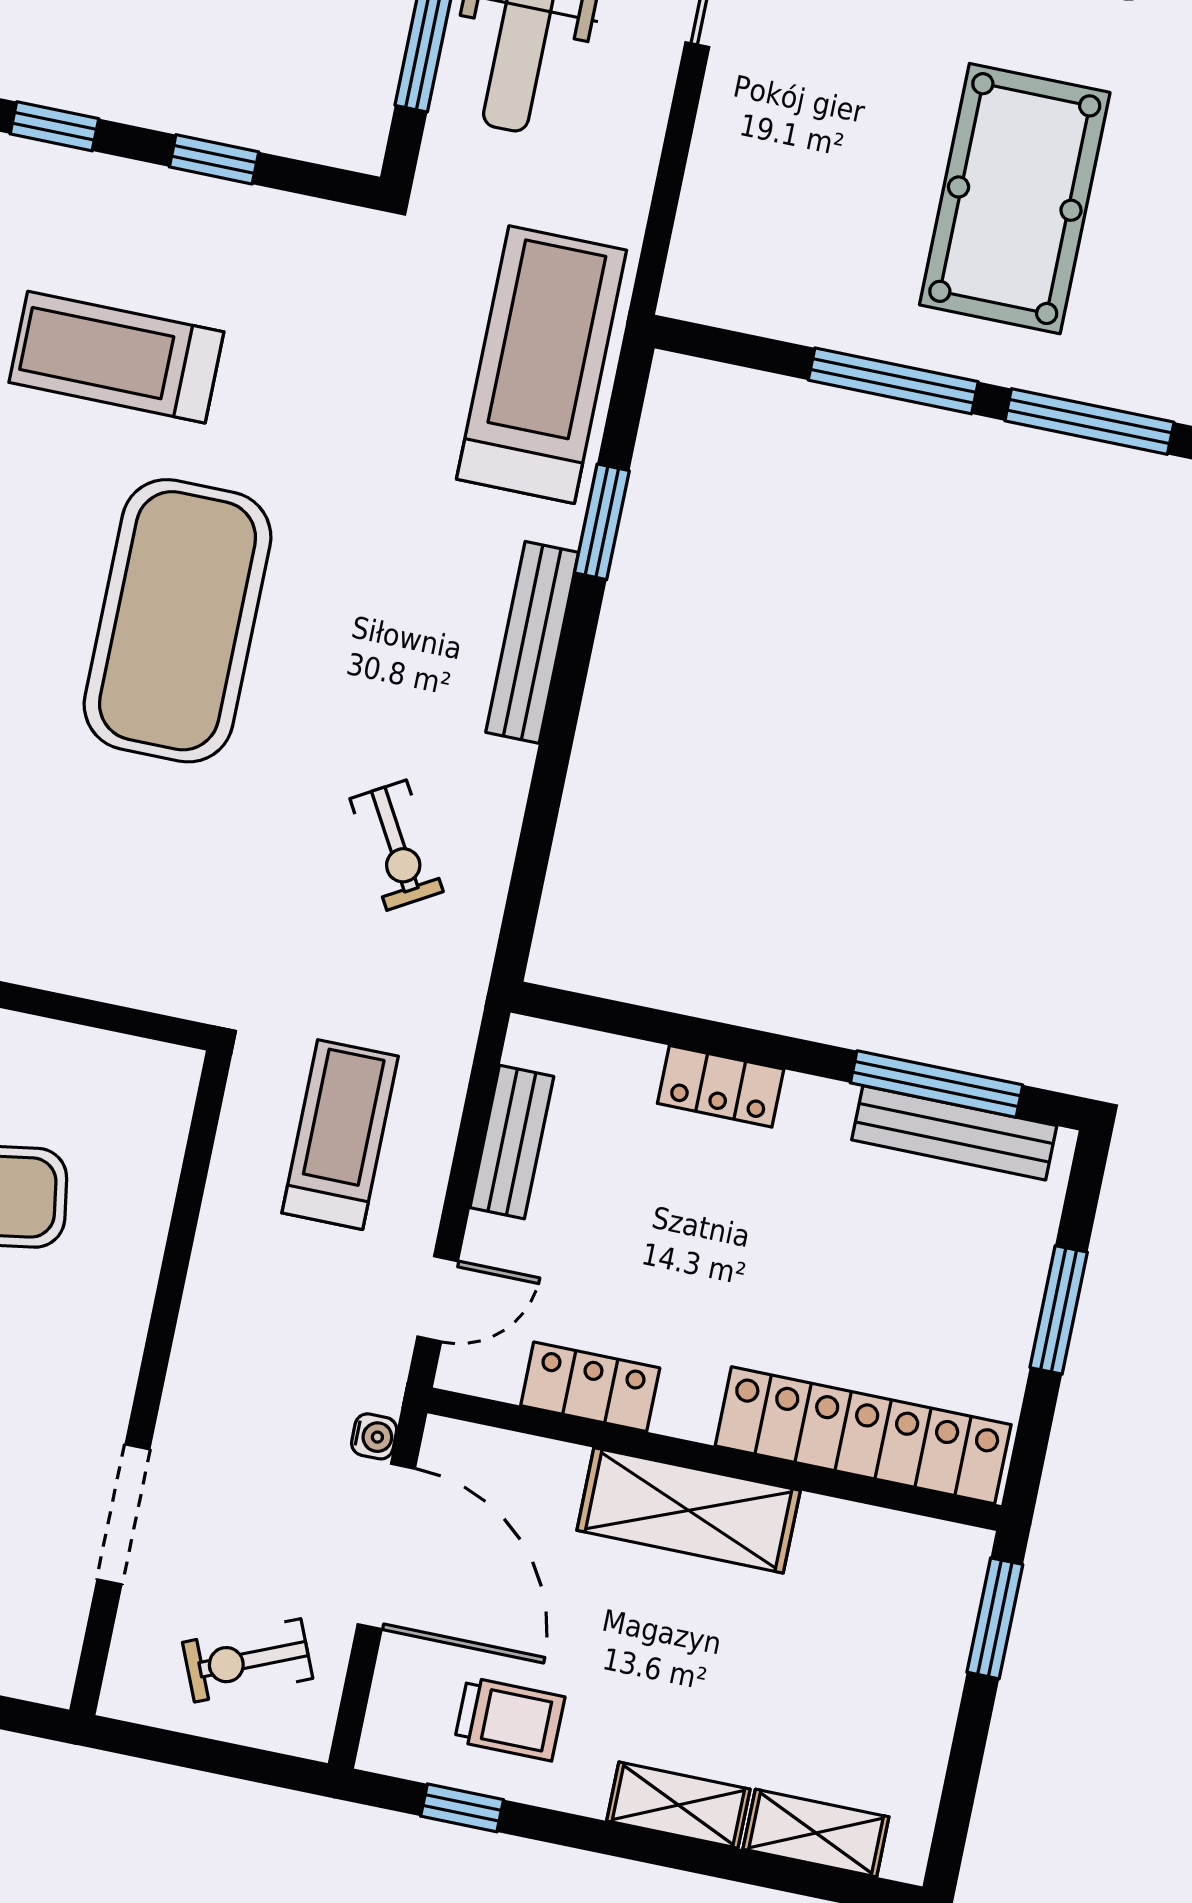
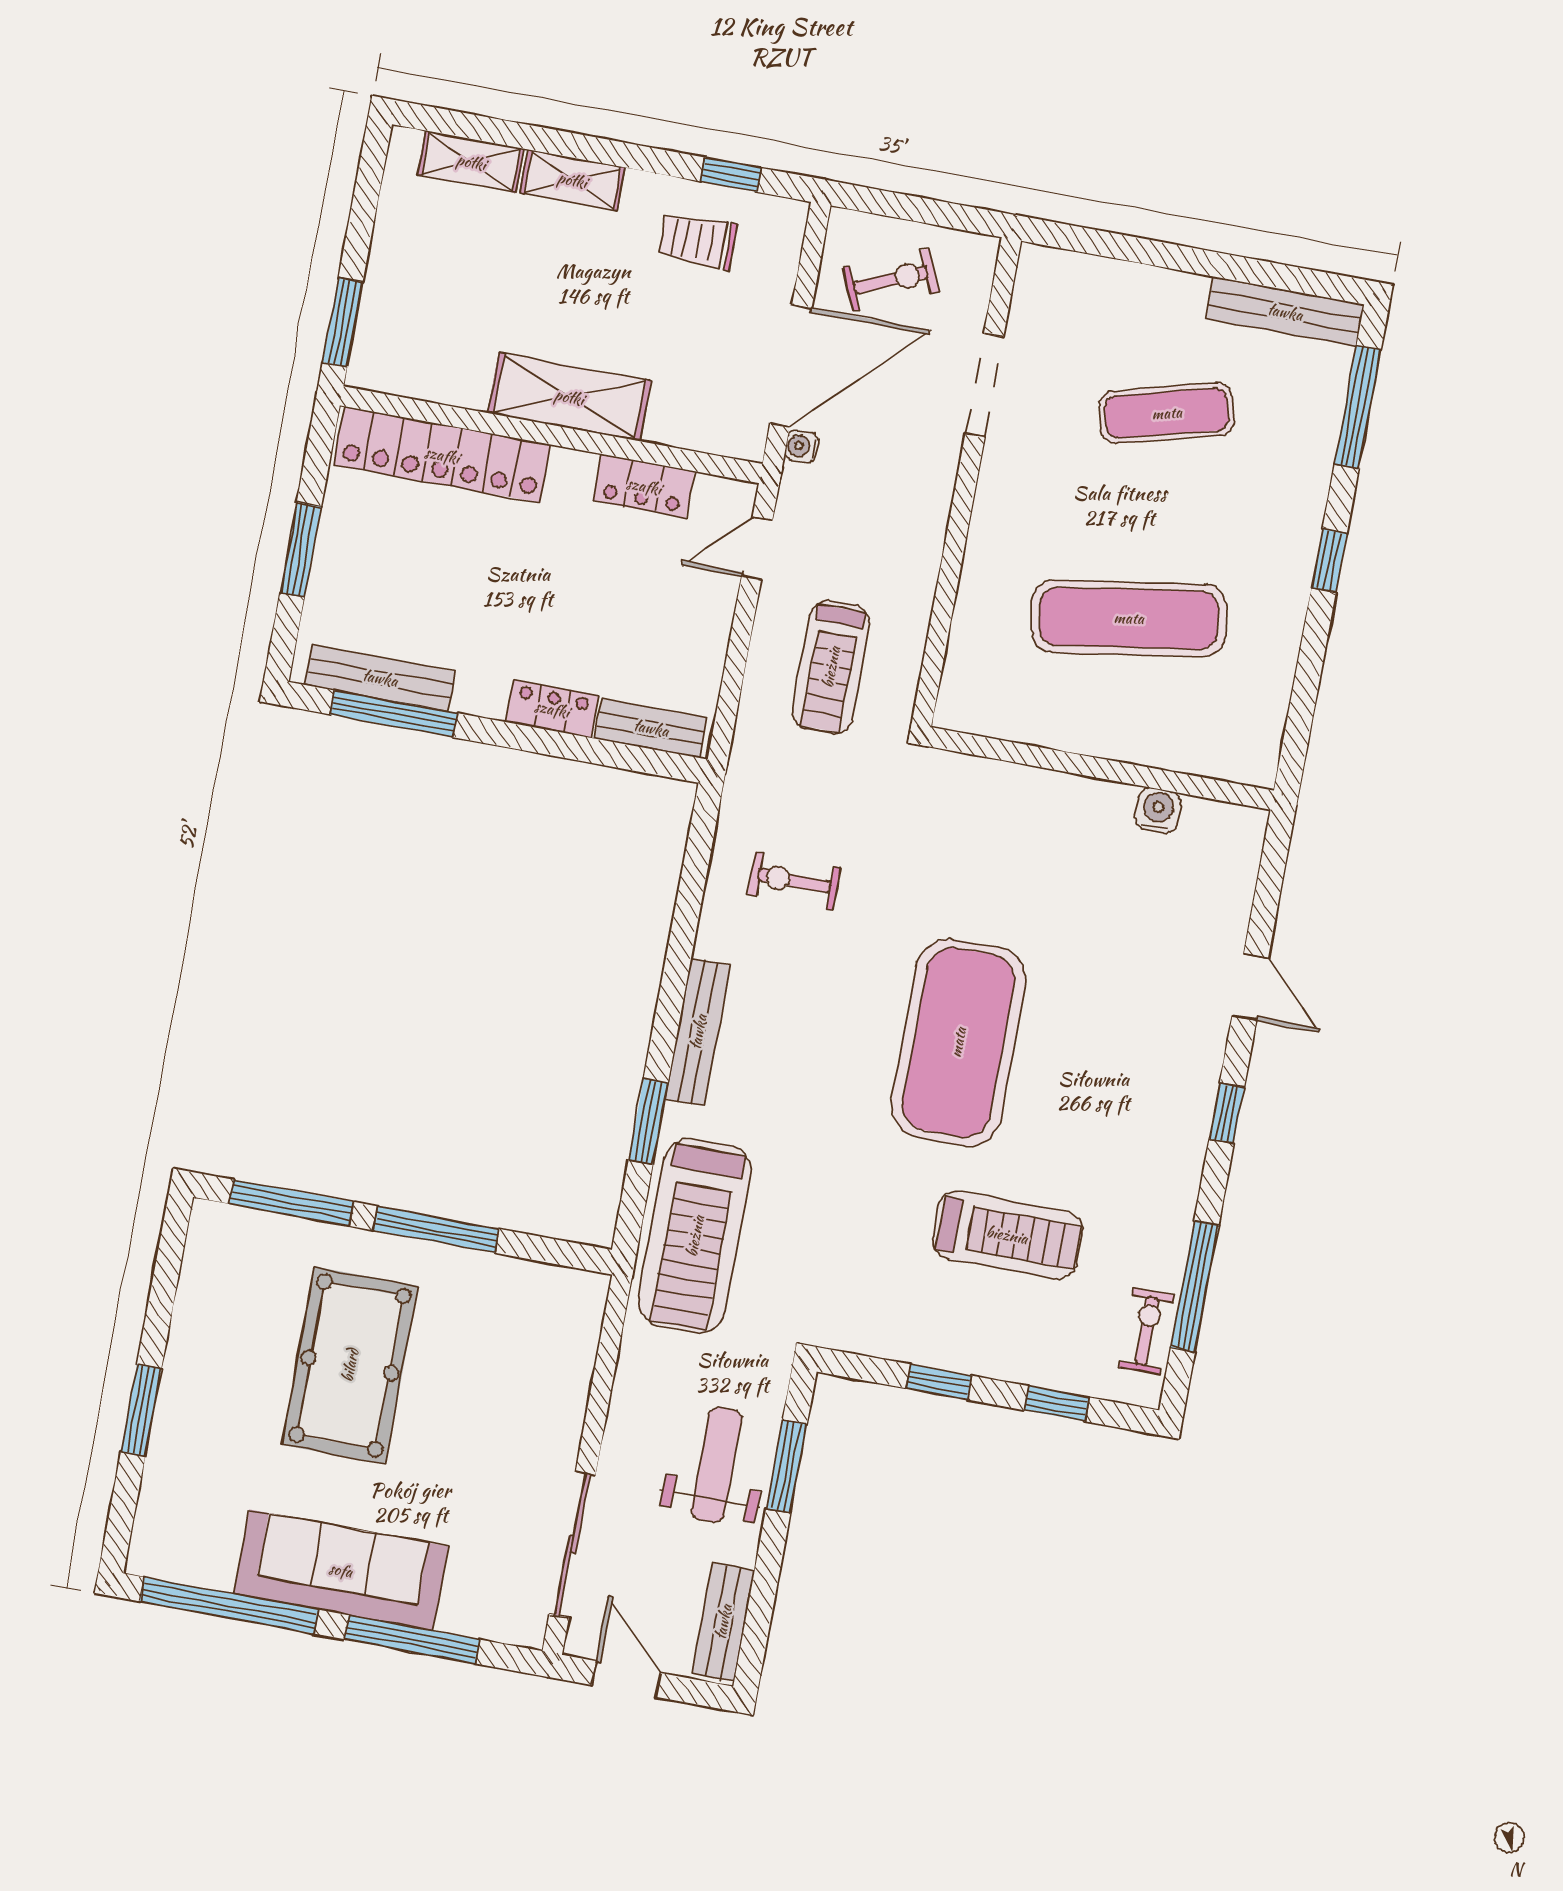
exercise bike: (397, 845) -> (794, 881), turned -60
bench: (512, 1142) -> (651, 728), moved, turned 90
door: (386, 1546) -> (791, 366), swing flipped

